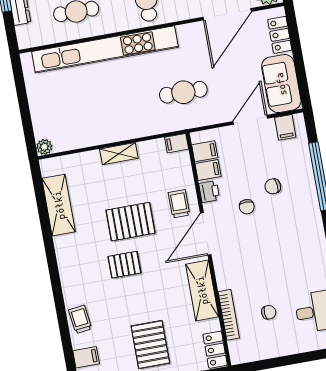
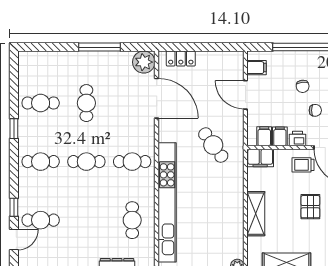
sofa: (281, 84) -> (220, 64), removed
cafe table: (183, 92) -> (213, 145), turned -36
filing cabinet: (177, 143) -> (260, 158), width x2.00
shelving: (119, 154) -> (256, 214), width x1.50, depth x1.33
pallet: (131, 222) -> (310, 207), width x0.67, depth x0.71

